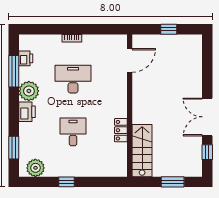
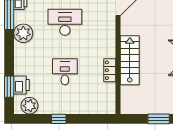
printer: (27, 112) -> (22, 85), moved
stairs: (142, 151) -> (130, 60), moved

